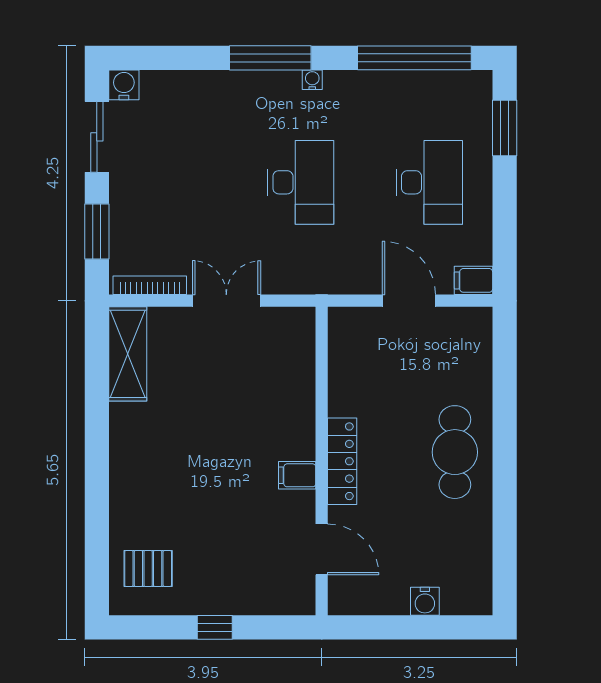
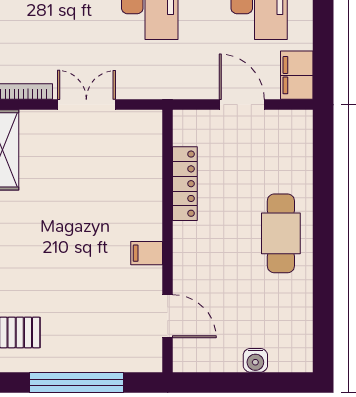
filing cabinet: (474, 280) -> (297, 75), width x2.00
locker: (342, 461) -> (185, 184), moved
window: (215, 627) -> (76, 383), width x3.17

